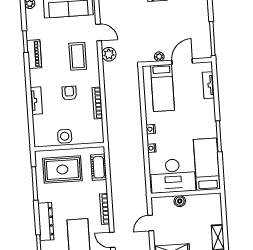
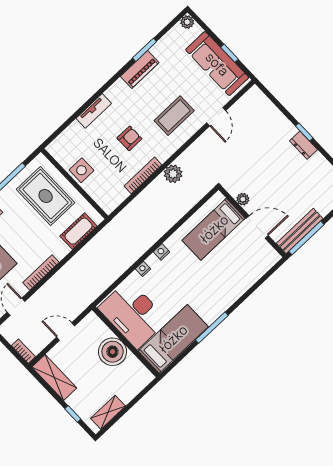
bench: (205, 39) -> (300, 231), added
plant: (109, 54) -> (173, 174), moved
tv unit: (208, 85) -> (255, 274), removed
boiler: (180, 201) -> (113, 352), width x1.86, depth x1.86

